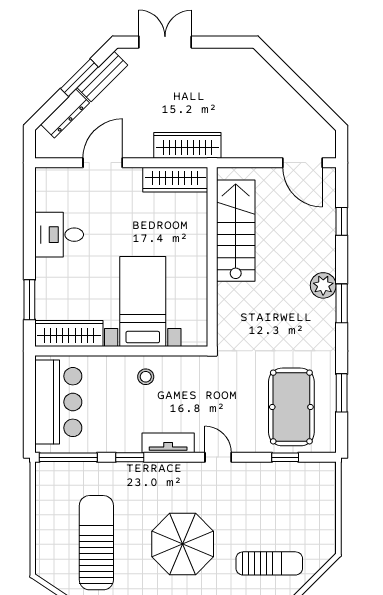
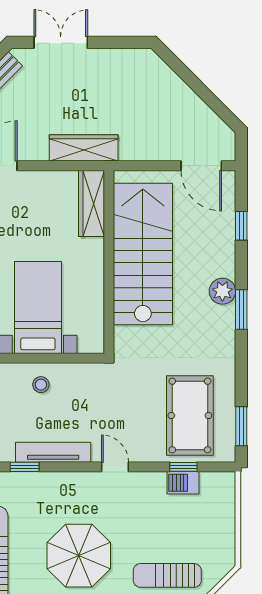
wardrobe: (175, 180) -> (92, 203), moved, turned 90
stairs: (236, 231) -> (143, 254), width x1.36, depth x1.51
window: (342, 393) -> (241, 426), moved
tv unit: (168, 443) -> (53, 452), width x1.41
barbecue: (285, 473) -> (183, 483), added
sun lounger: (269, 563) -> (167, 575), turned 180

